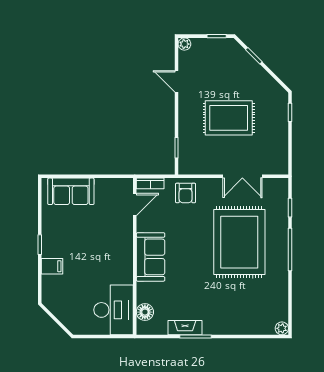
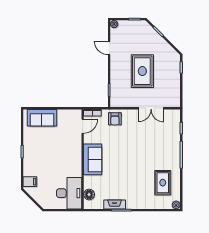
rug: (229, 118) -> (142, 71), turned 90
rug: (239, 242) -> (163, 183), moved, width x0.54, depth x0.49
filing cabinet: (52, 266) -> (30, 182), moved

